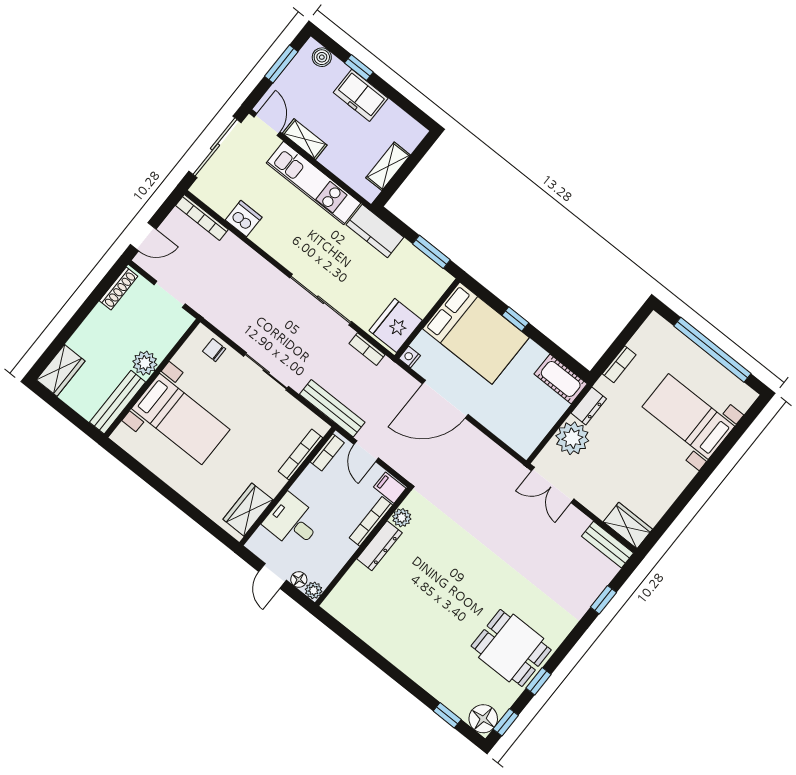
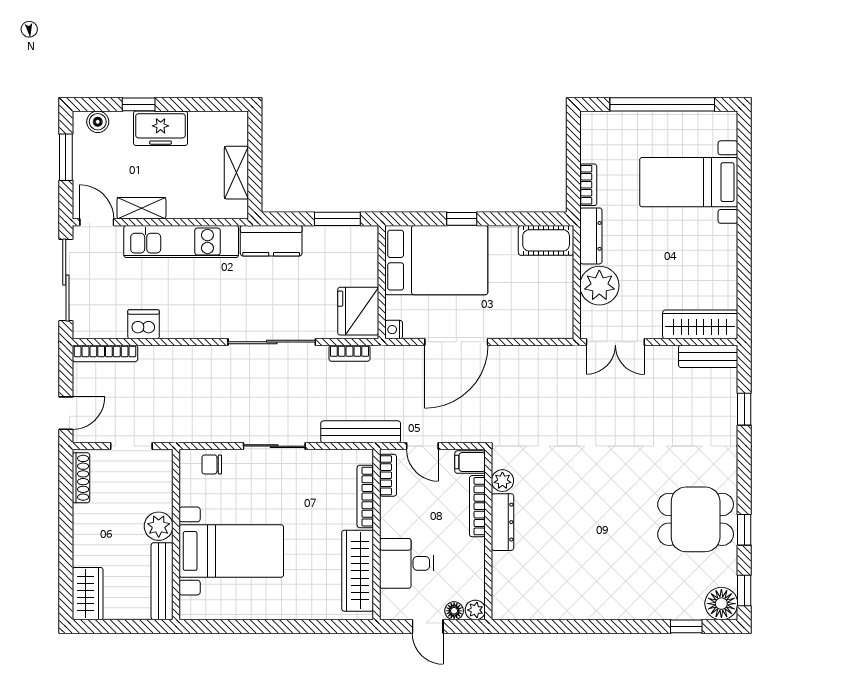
dresser: (589, 406) -> (591, 236), width x1.44
wardrobe: (248, 510) -> (358, 571), width x1.50
wardrobe: (628, 526) -> (700, 324), width x1.50

